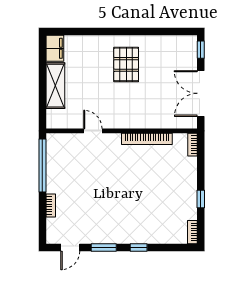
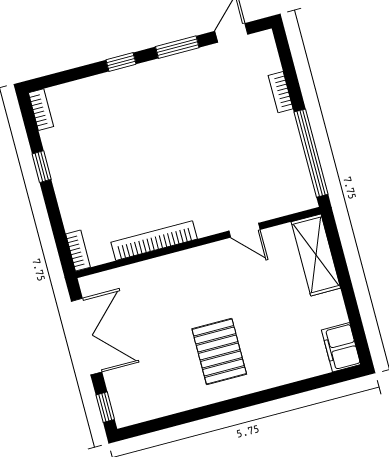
shelving: (55, 86) -> (316, 255), moved

